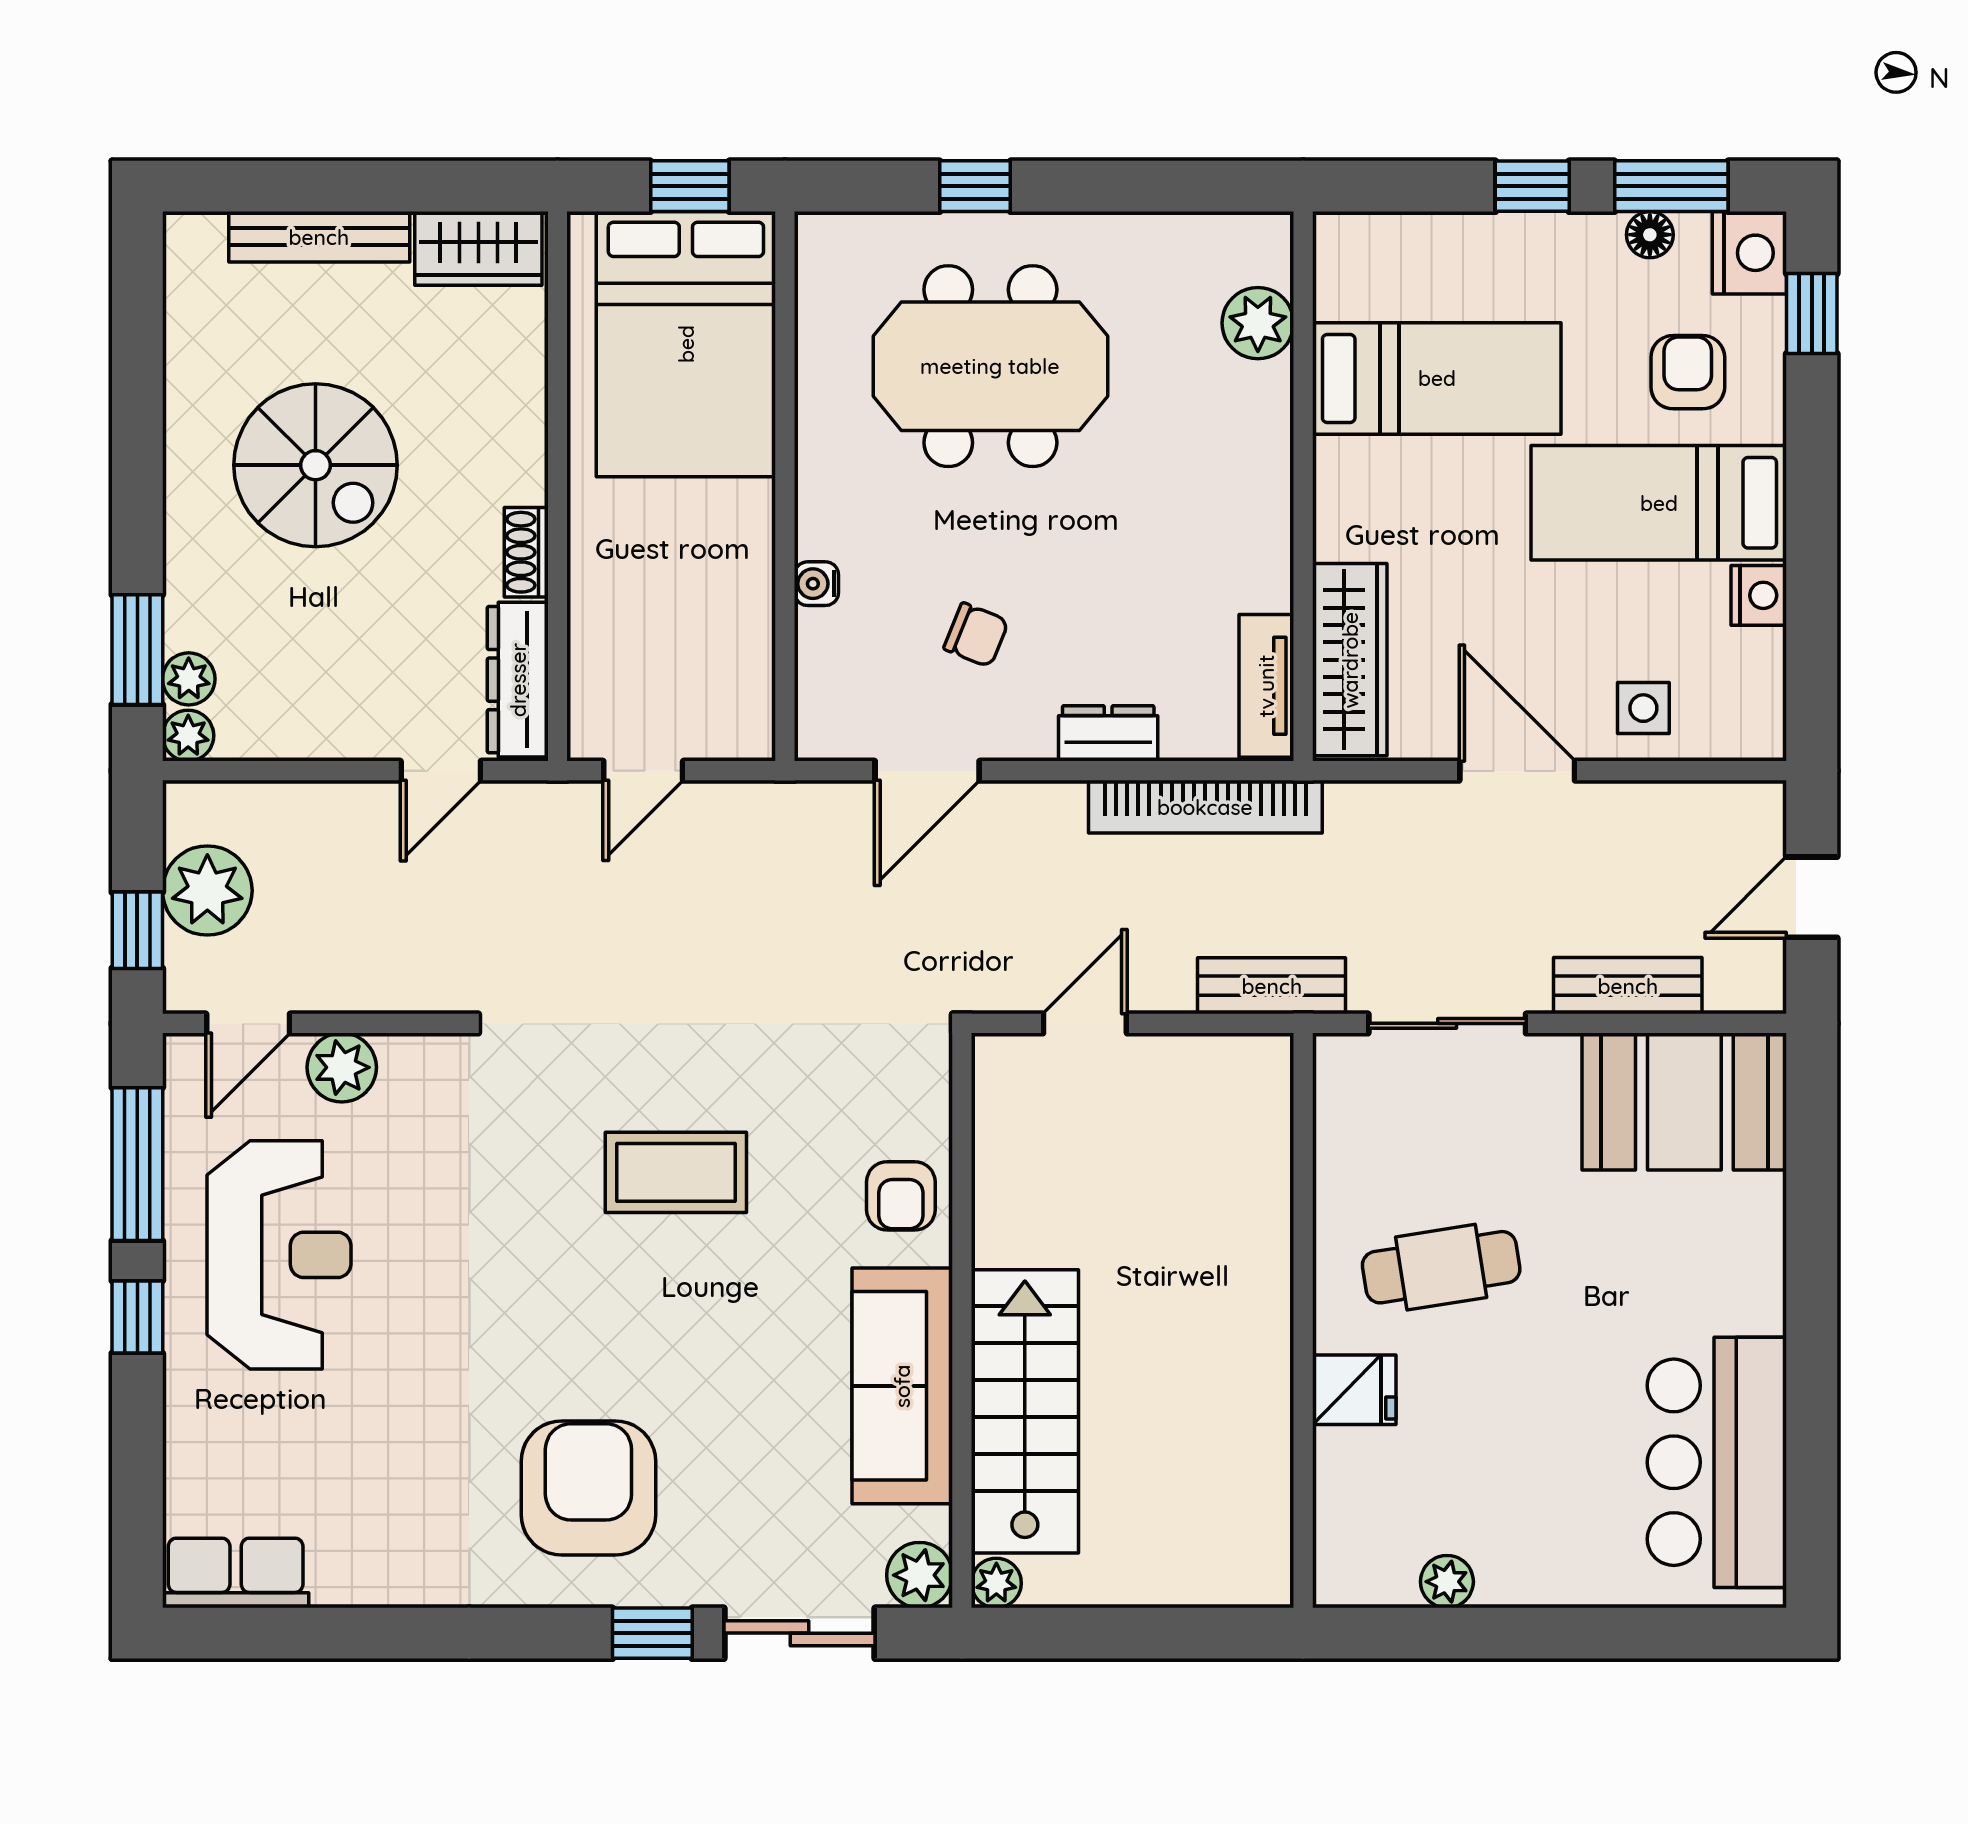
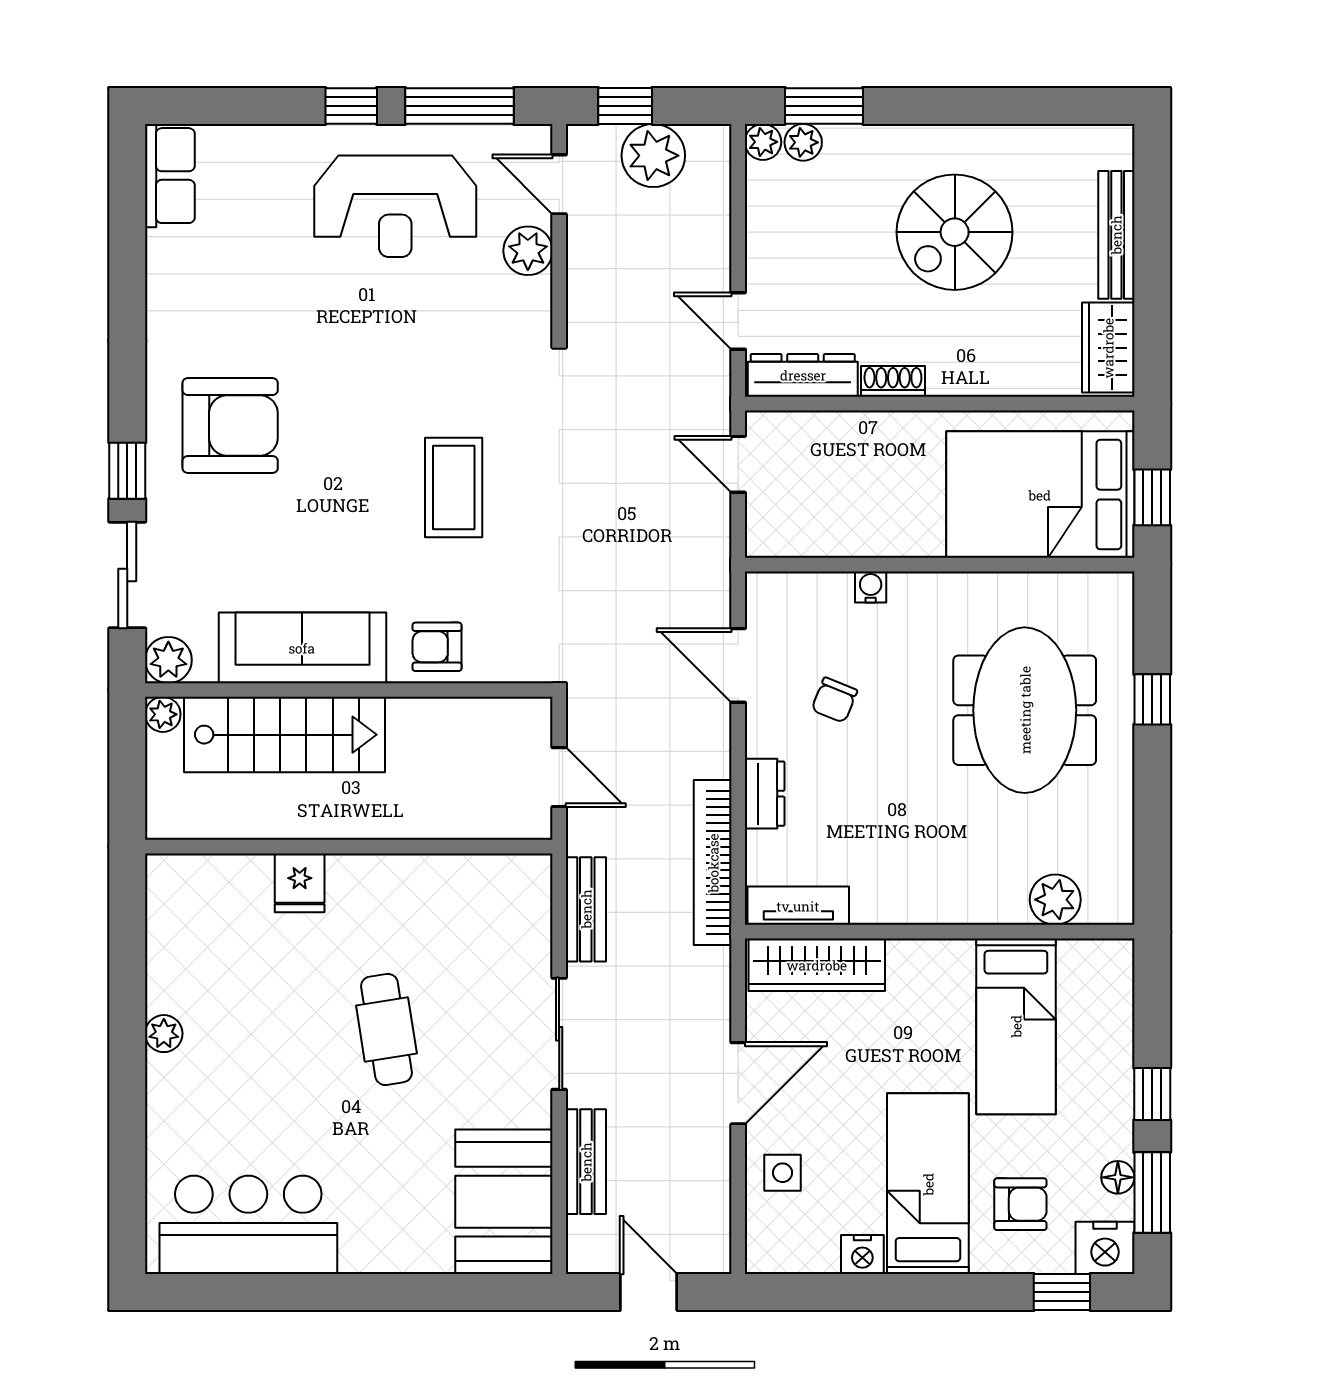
wall: (1303, 1320) -> (349, 847), moved
fridge: (1354, 1390) -> (300, 883), moved

